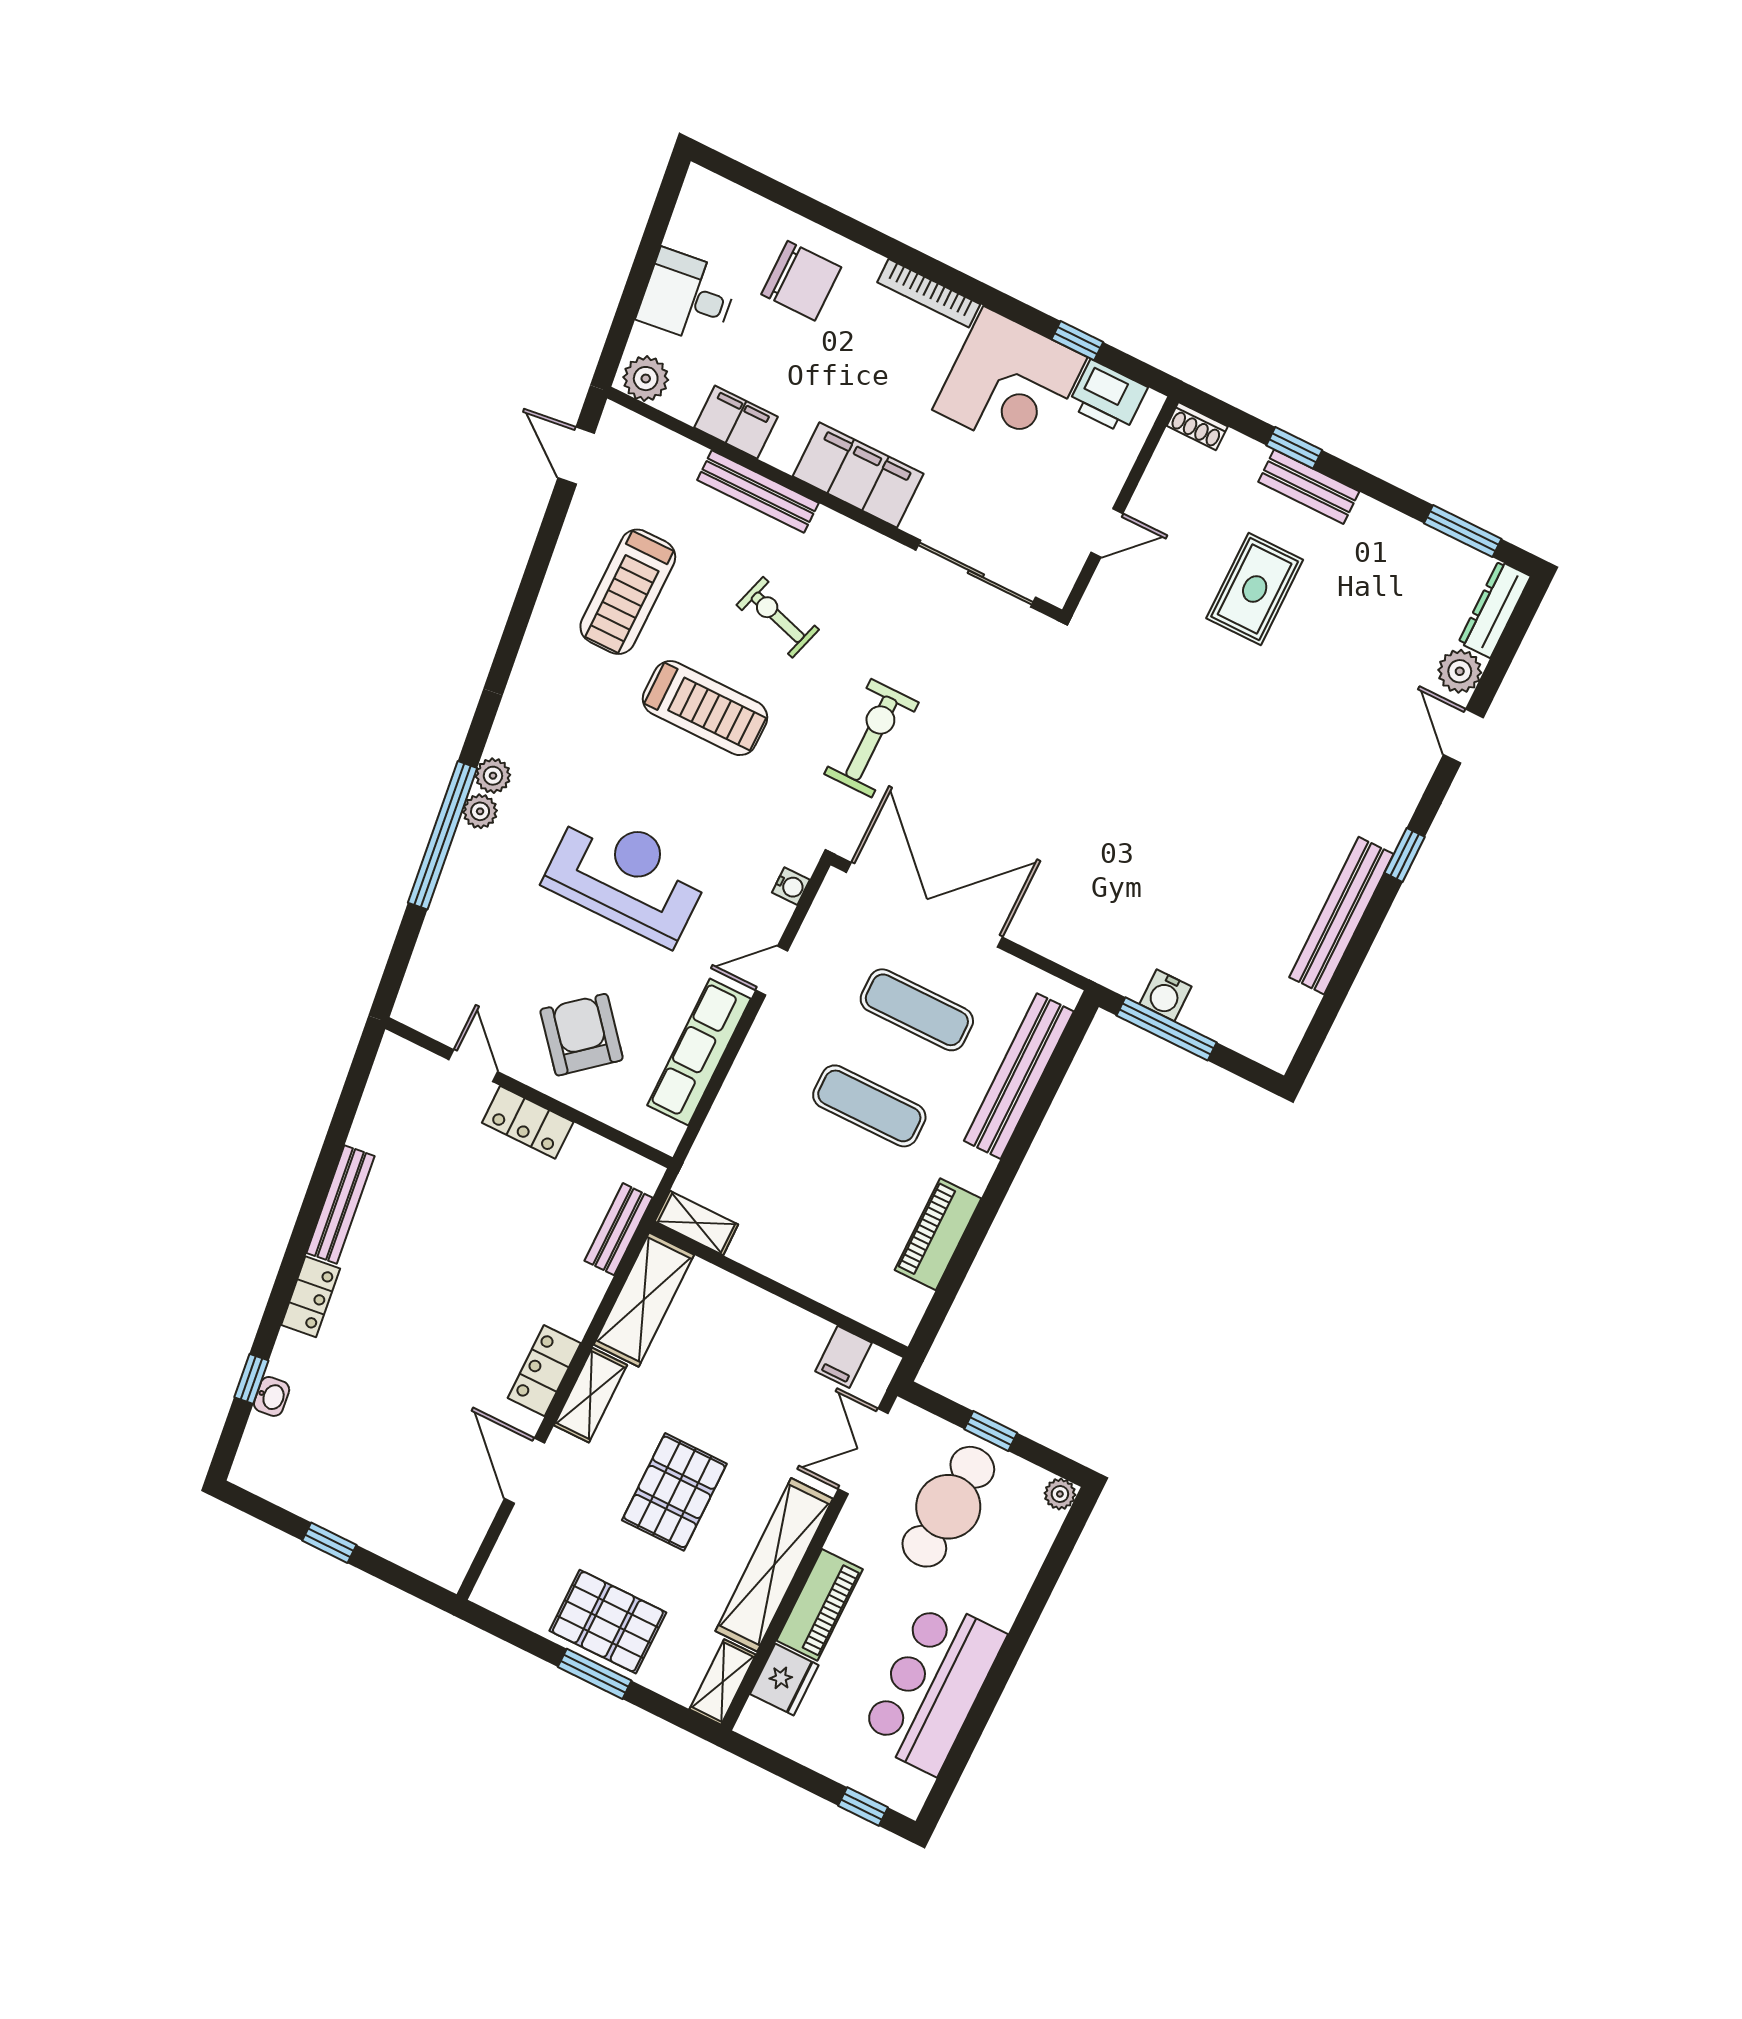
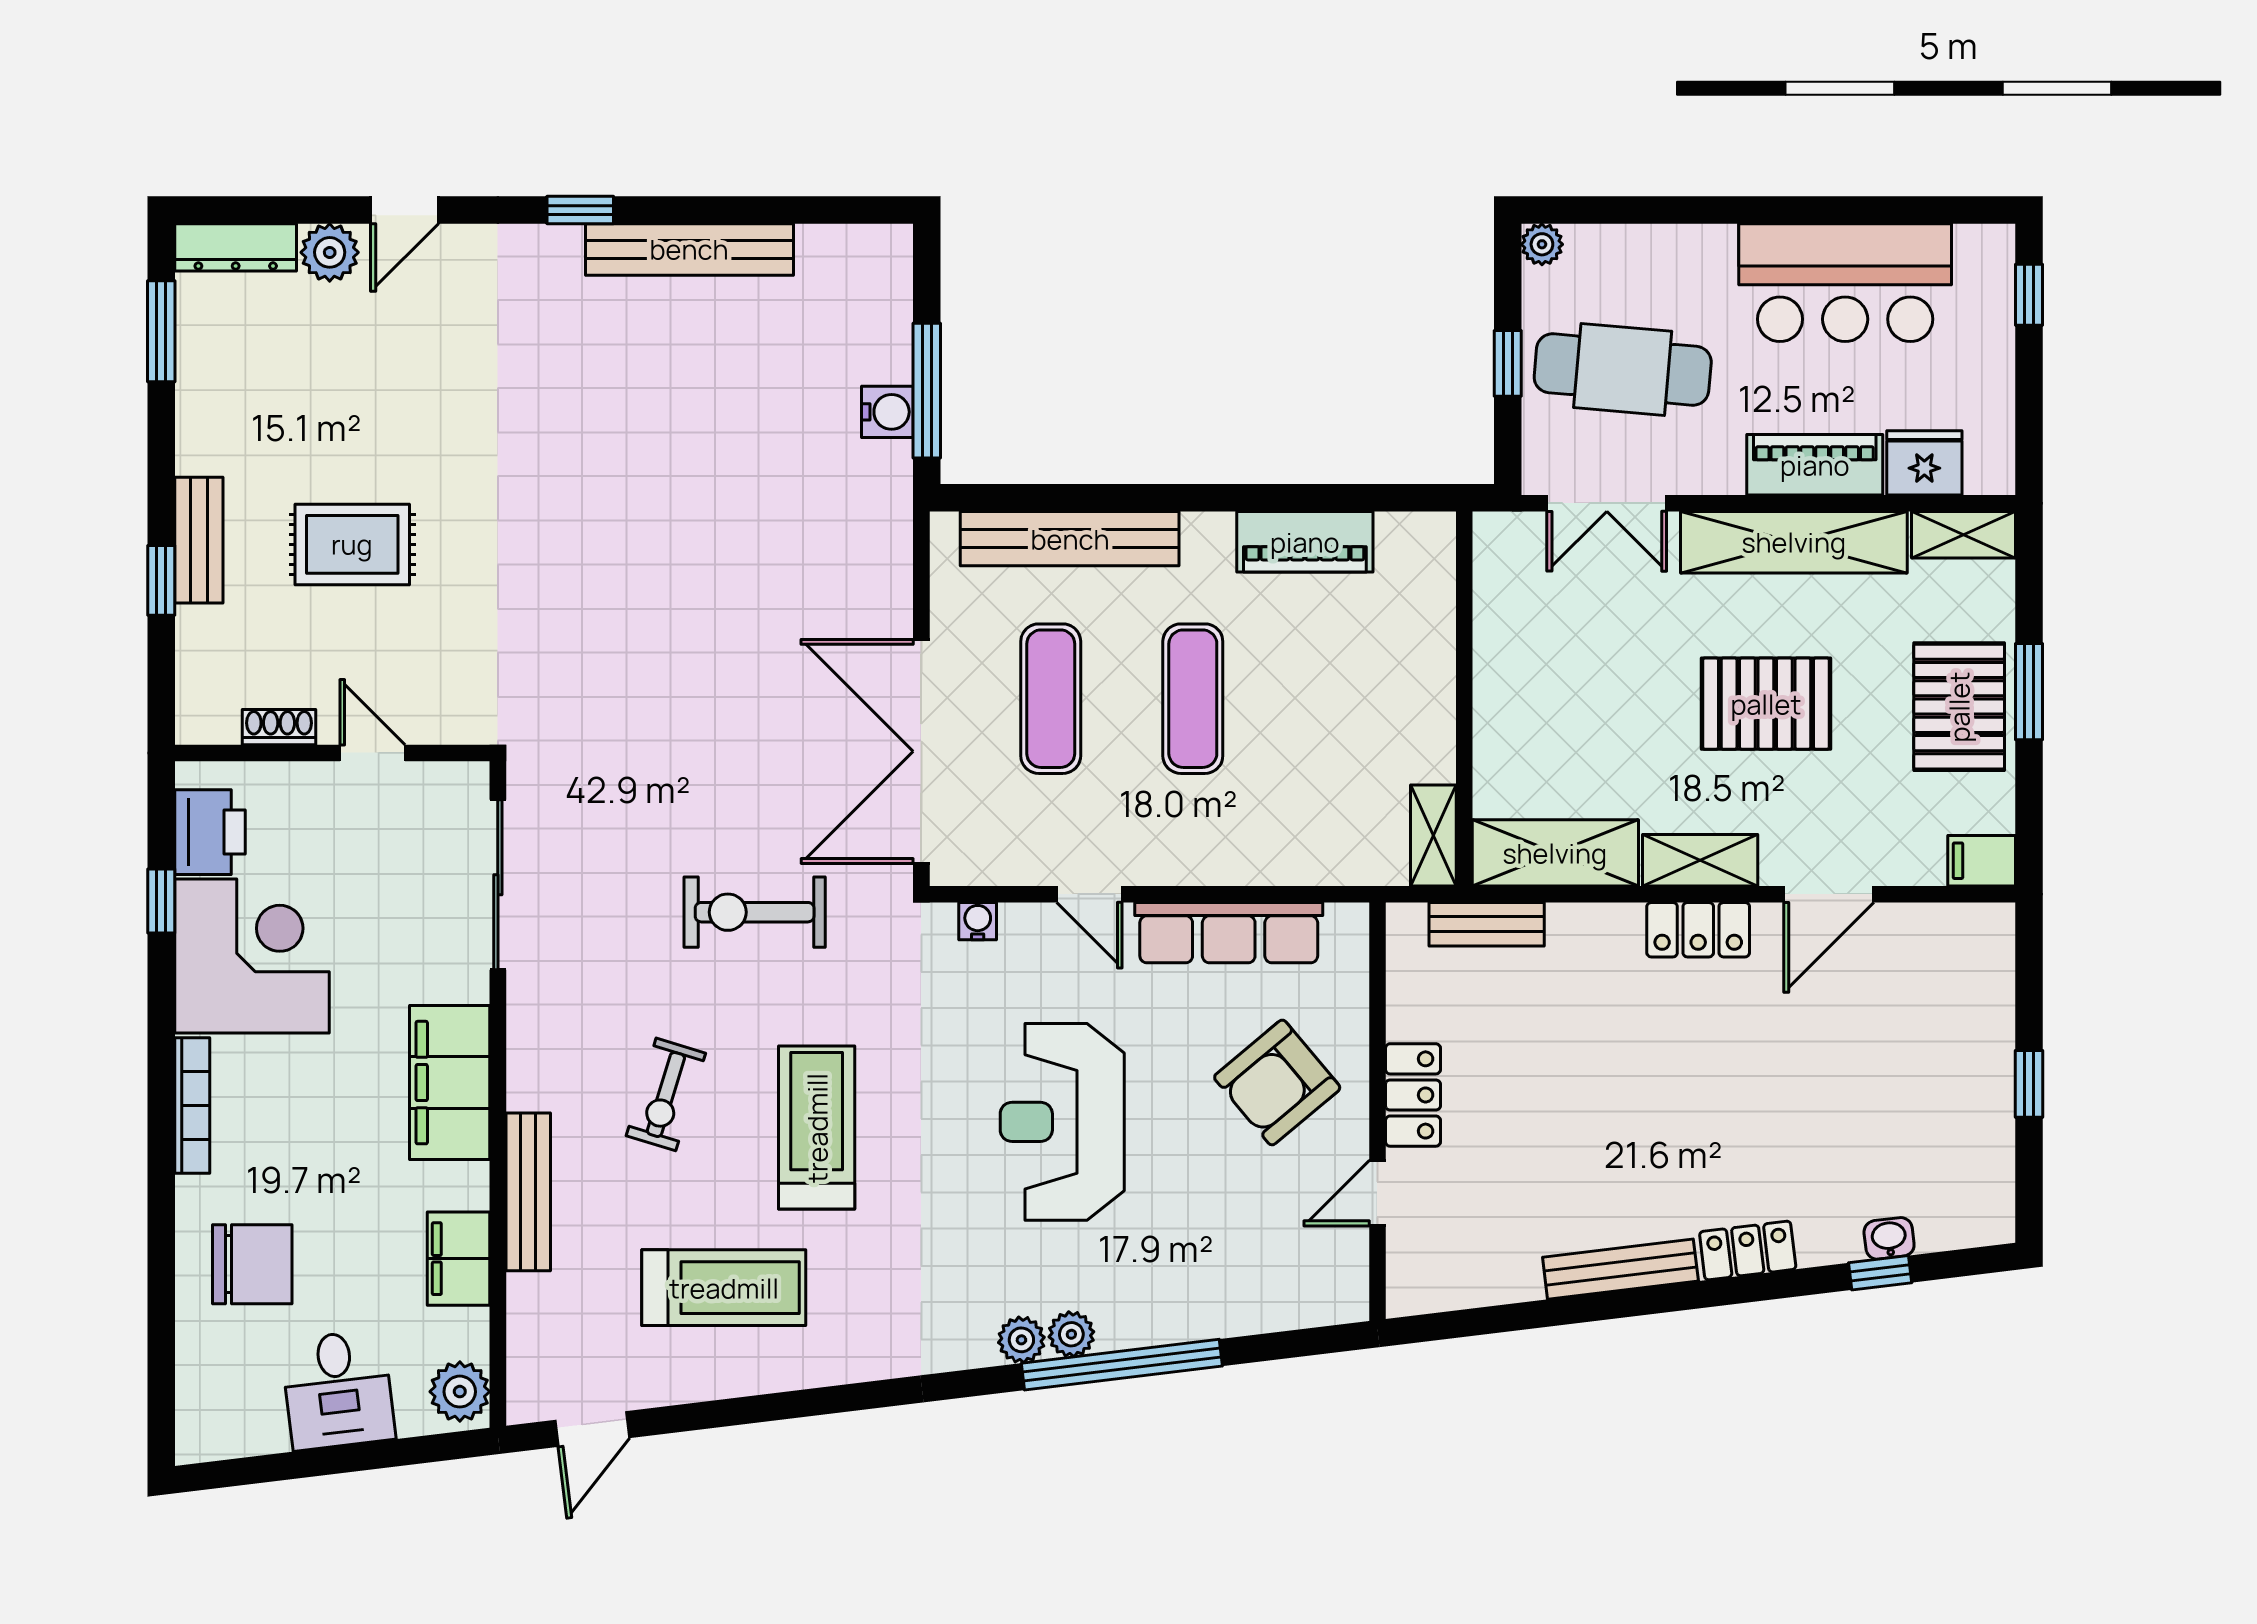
chair: (801, 281) -> (252, 1264), turned 90
shoe rack: (1197, 426) -> (279, 727), moved, turned -90
filing cabinet: (843, 1357) -> (1982, 861), moved, turned 180

